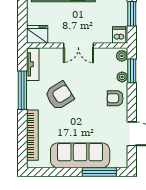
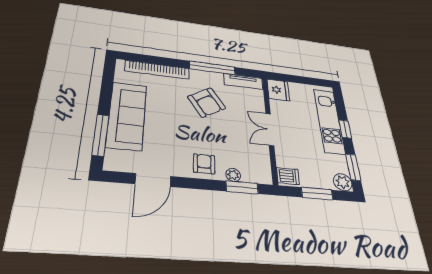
plant: (122, 56) -> (261, 177), removed

